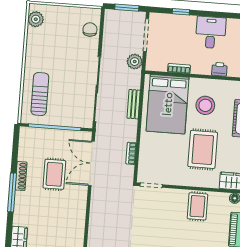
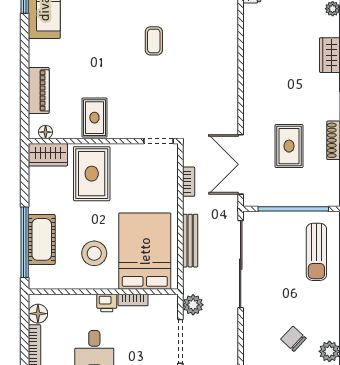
chair: (90, 30) -> (293, 339), moved, turned 133
printer: (219, 69) -> (107, 303), moved
bench: (134, 104) -> (190, 241), width x1.36
rug: (203, 149) -> (92, 174), moved
double door: (91, 163) -> (241, 164), swing flipped

